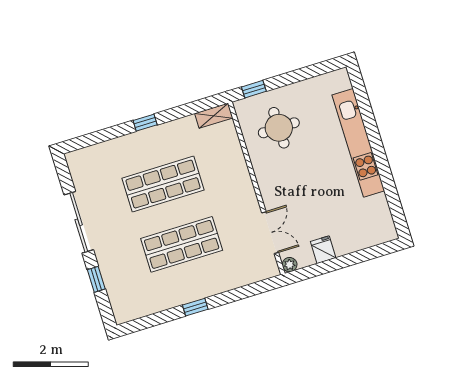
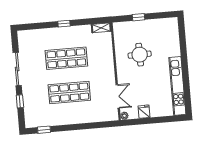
window: (254, 89) -> (139, 17), moved
round table: (279, 128) -> (140, 55), moved
kitchen unit: (358, 143) -> (177, 86), moved
window: (195, 307) -> (44, 130), moved

